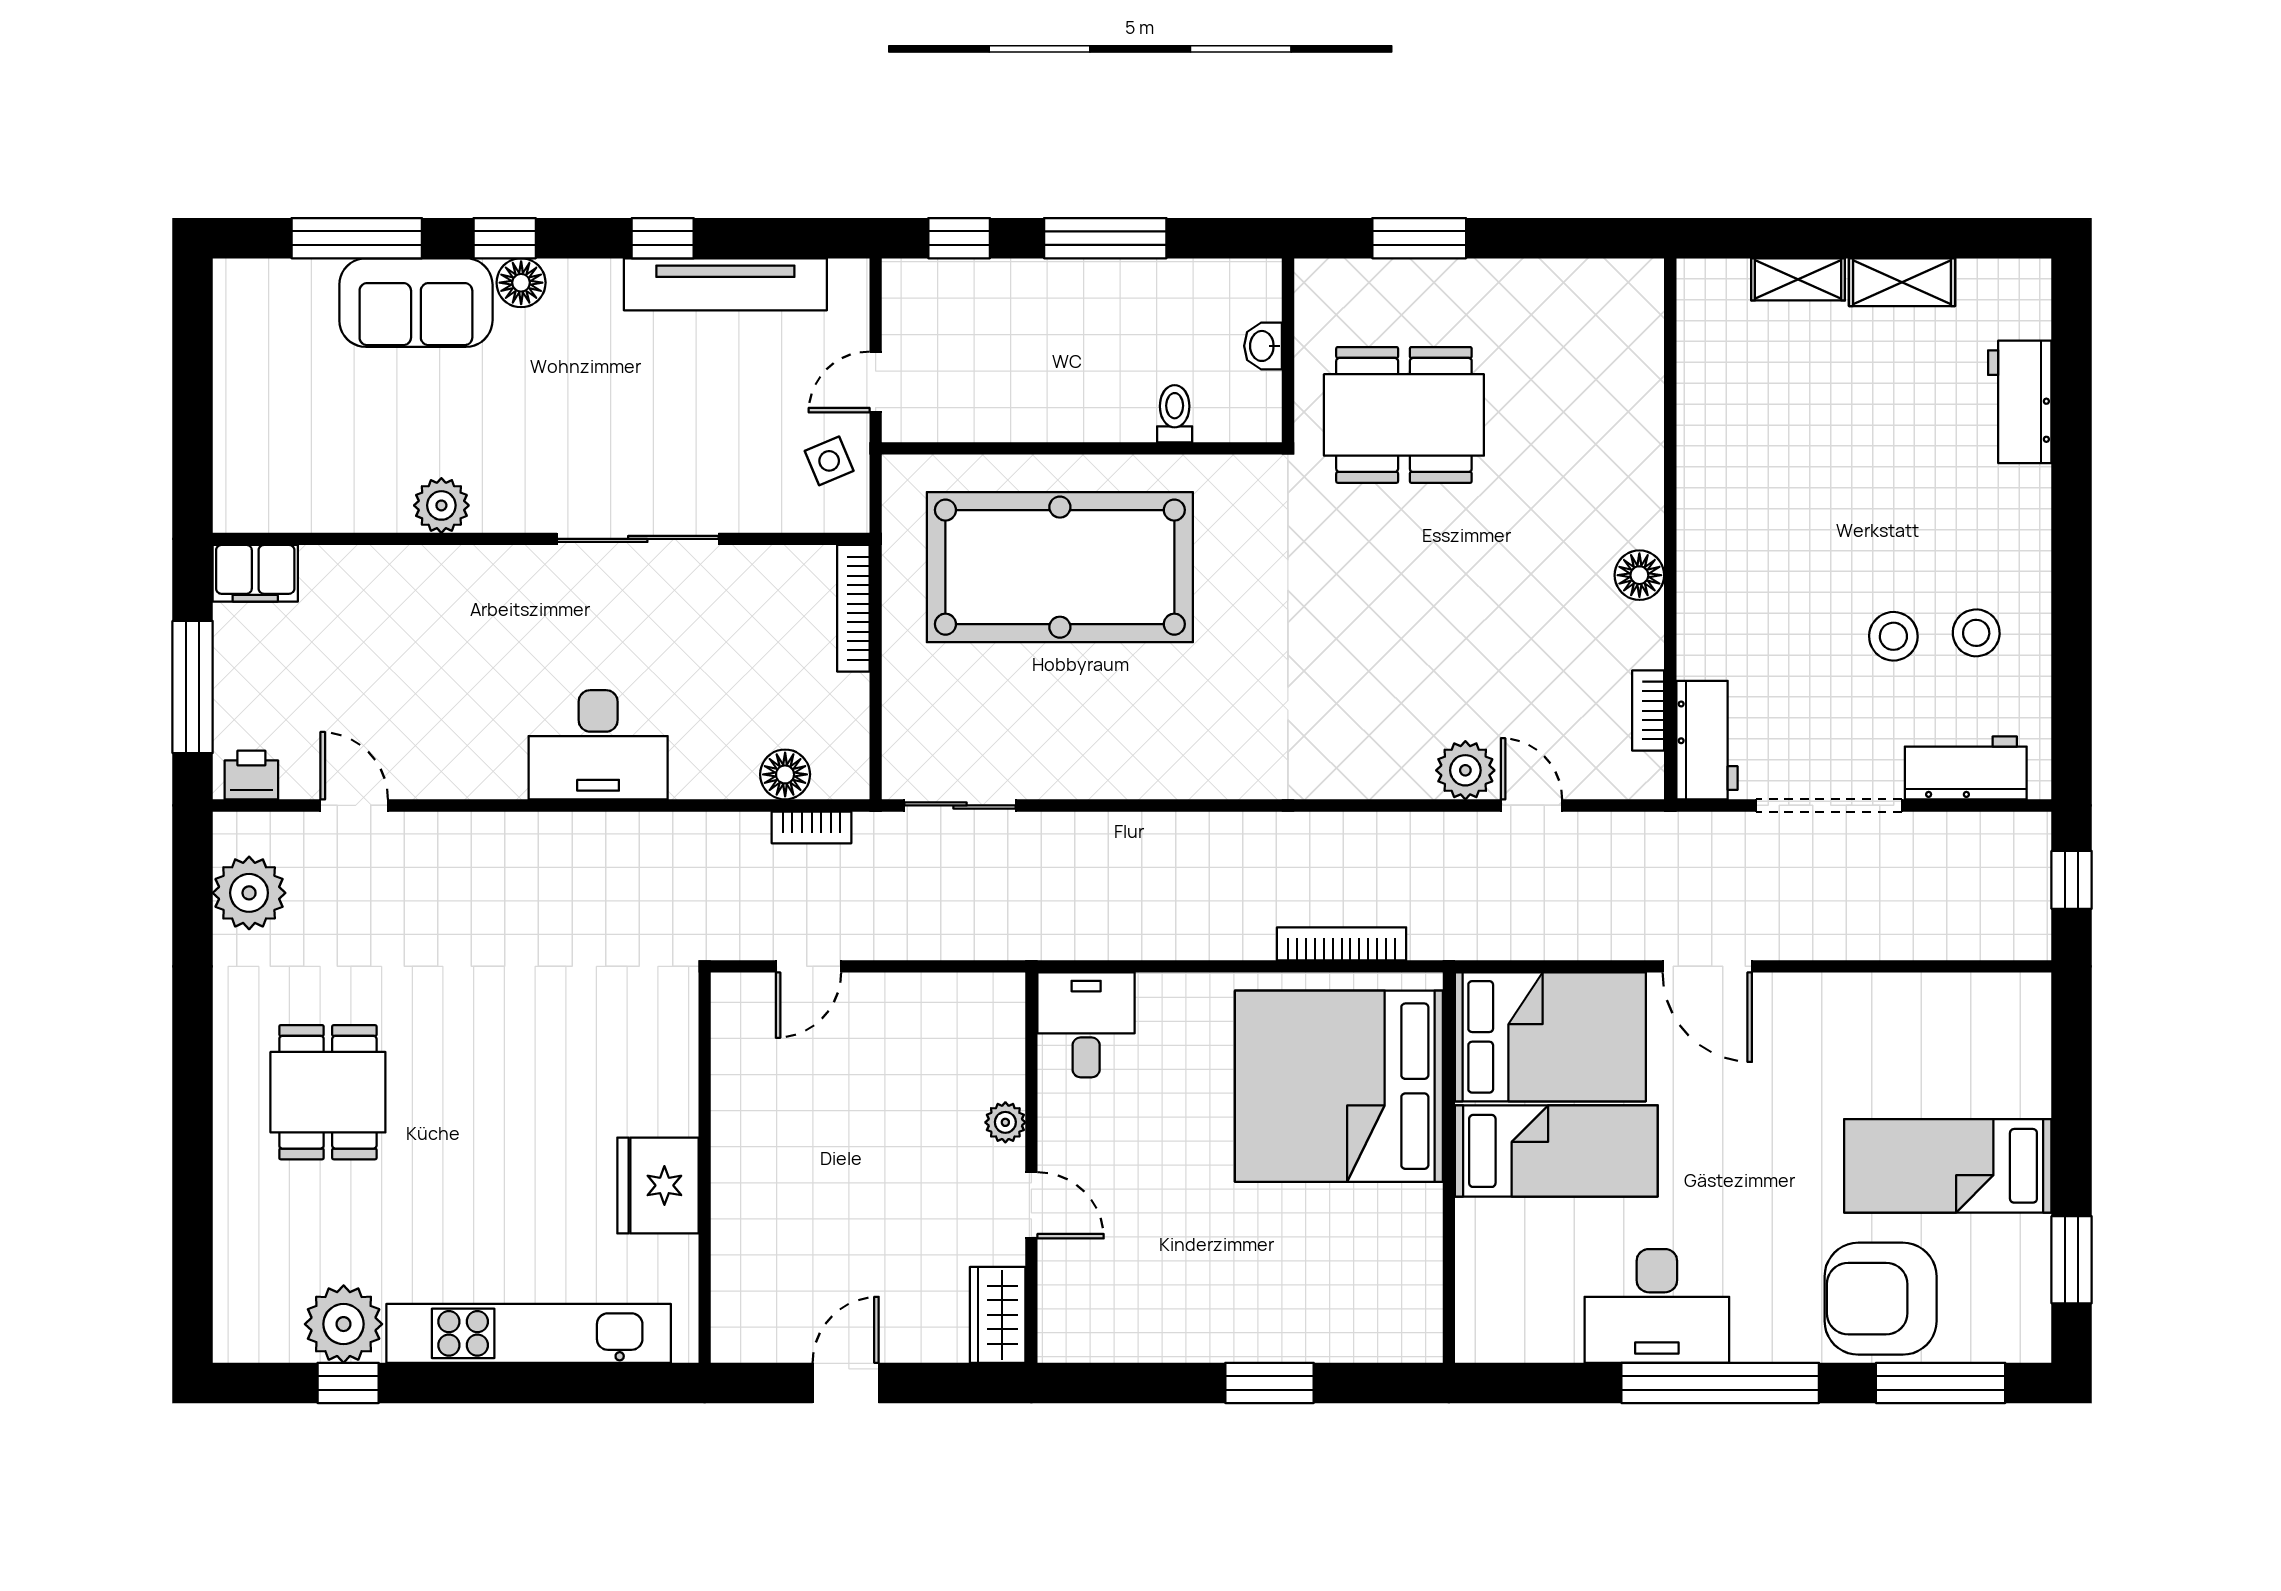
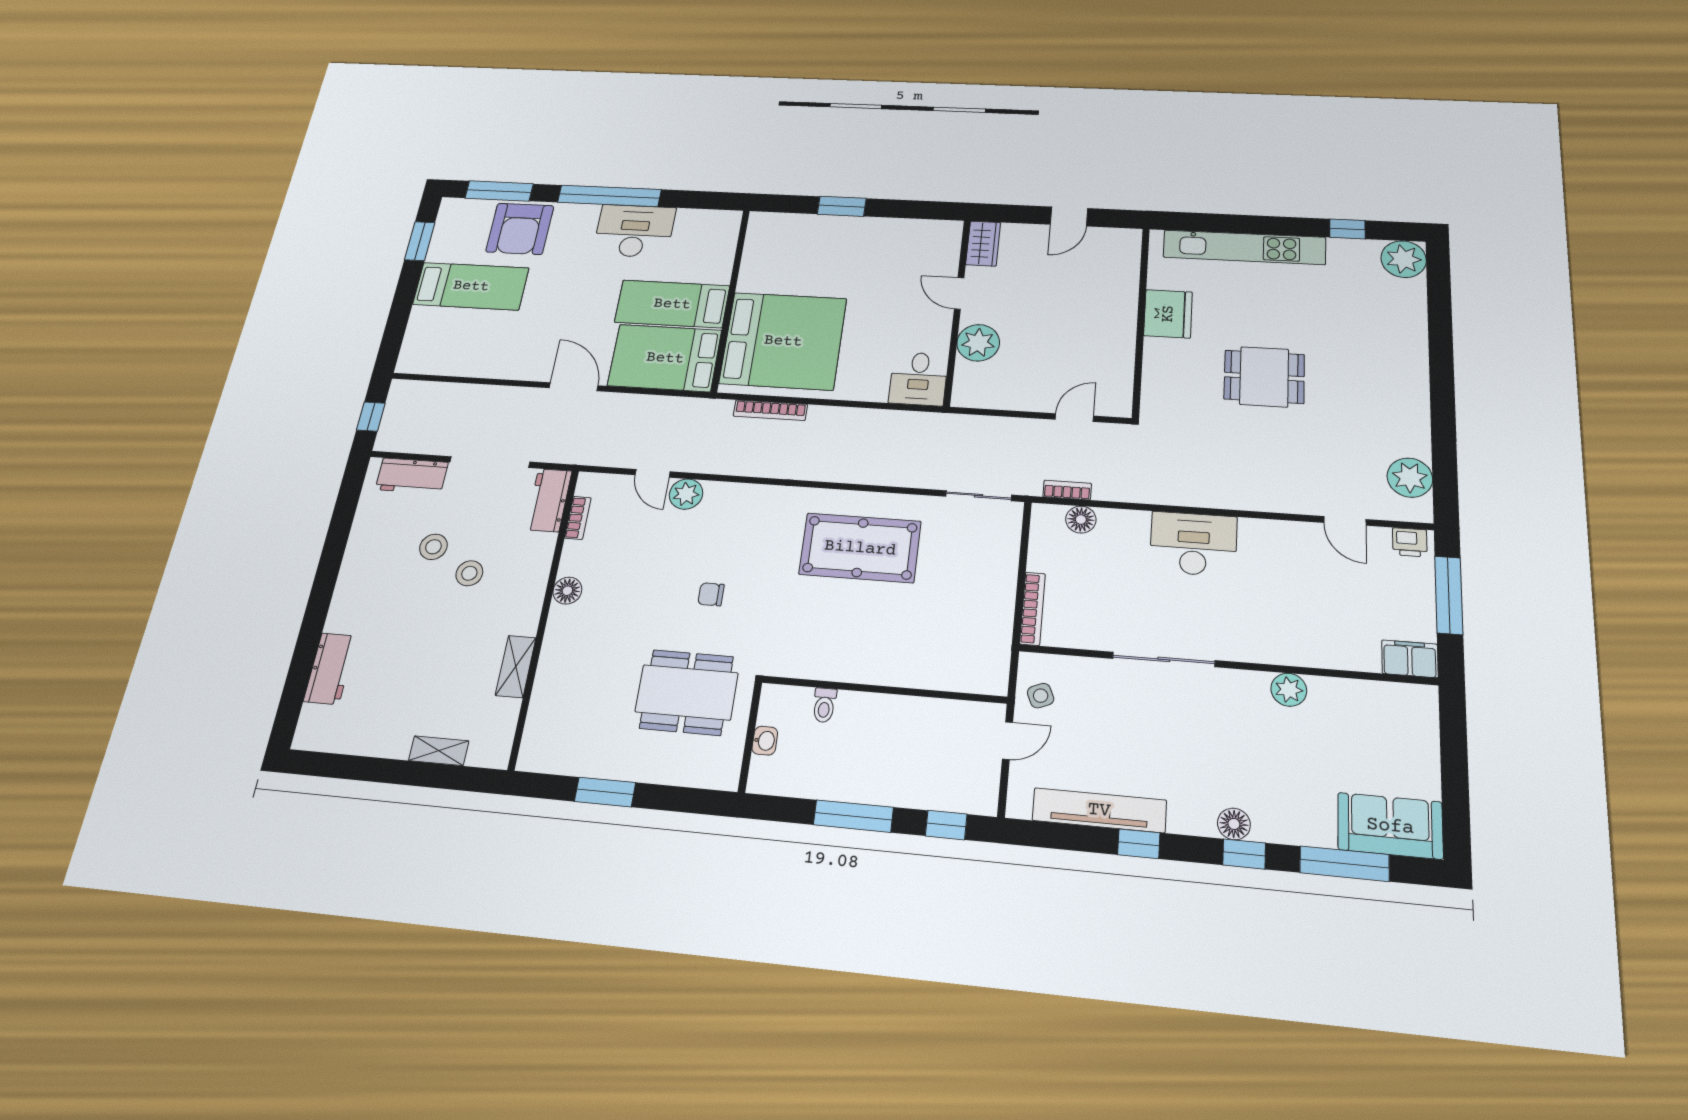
window: (1419, 238) -> (605, 792), moved
shelving: (1902, 282) -> (516, 666), moved, turned 90
sofa: (416, 303) -> (1390, 826), moved
pool table: (1060, 567) -> (860, 548), moved, width x0.73, depth x0.76
chair: (1391, 589) -> (711, 594), added
stool: (1976, 633) -> (469, 573), moved
dining table: (328, 1092) -> (1264, 377), moved, turned 90
plant: (1005, 1122) -> (978, 343), width x1.87, depth x1.87
armchair: (1881, 1299) -> (520, 229), turned 90
plant: (344, 1324) -> (1404, 259), moved

